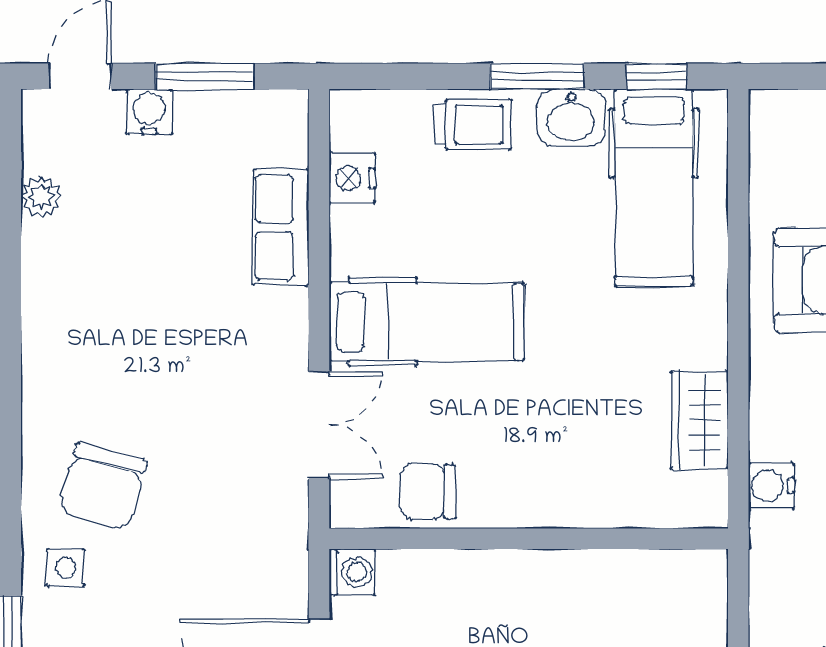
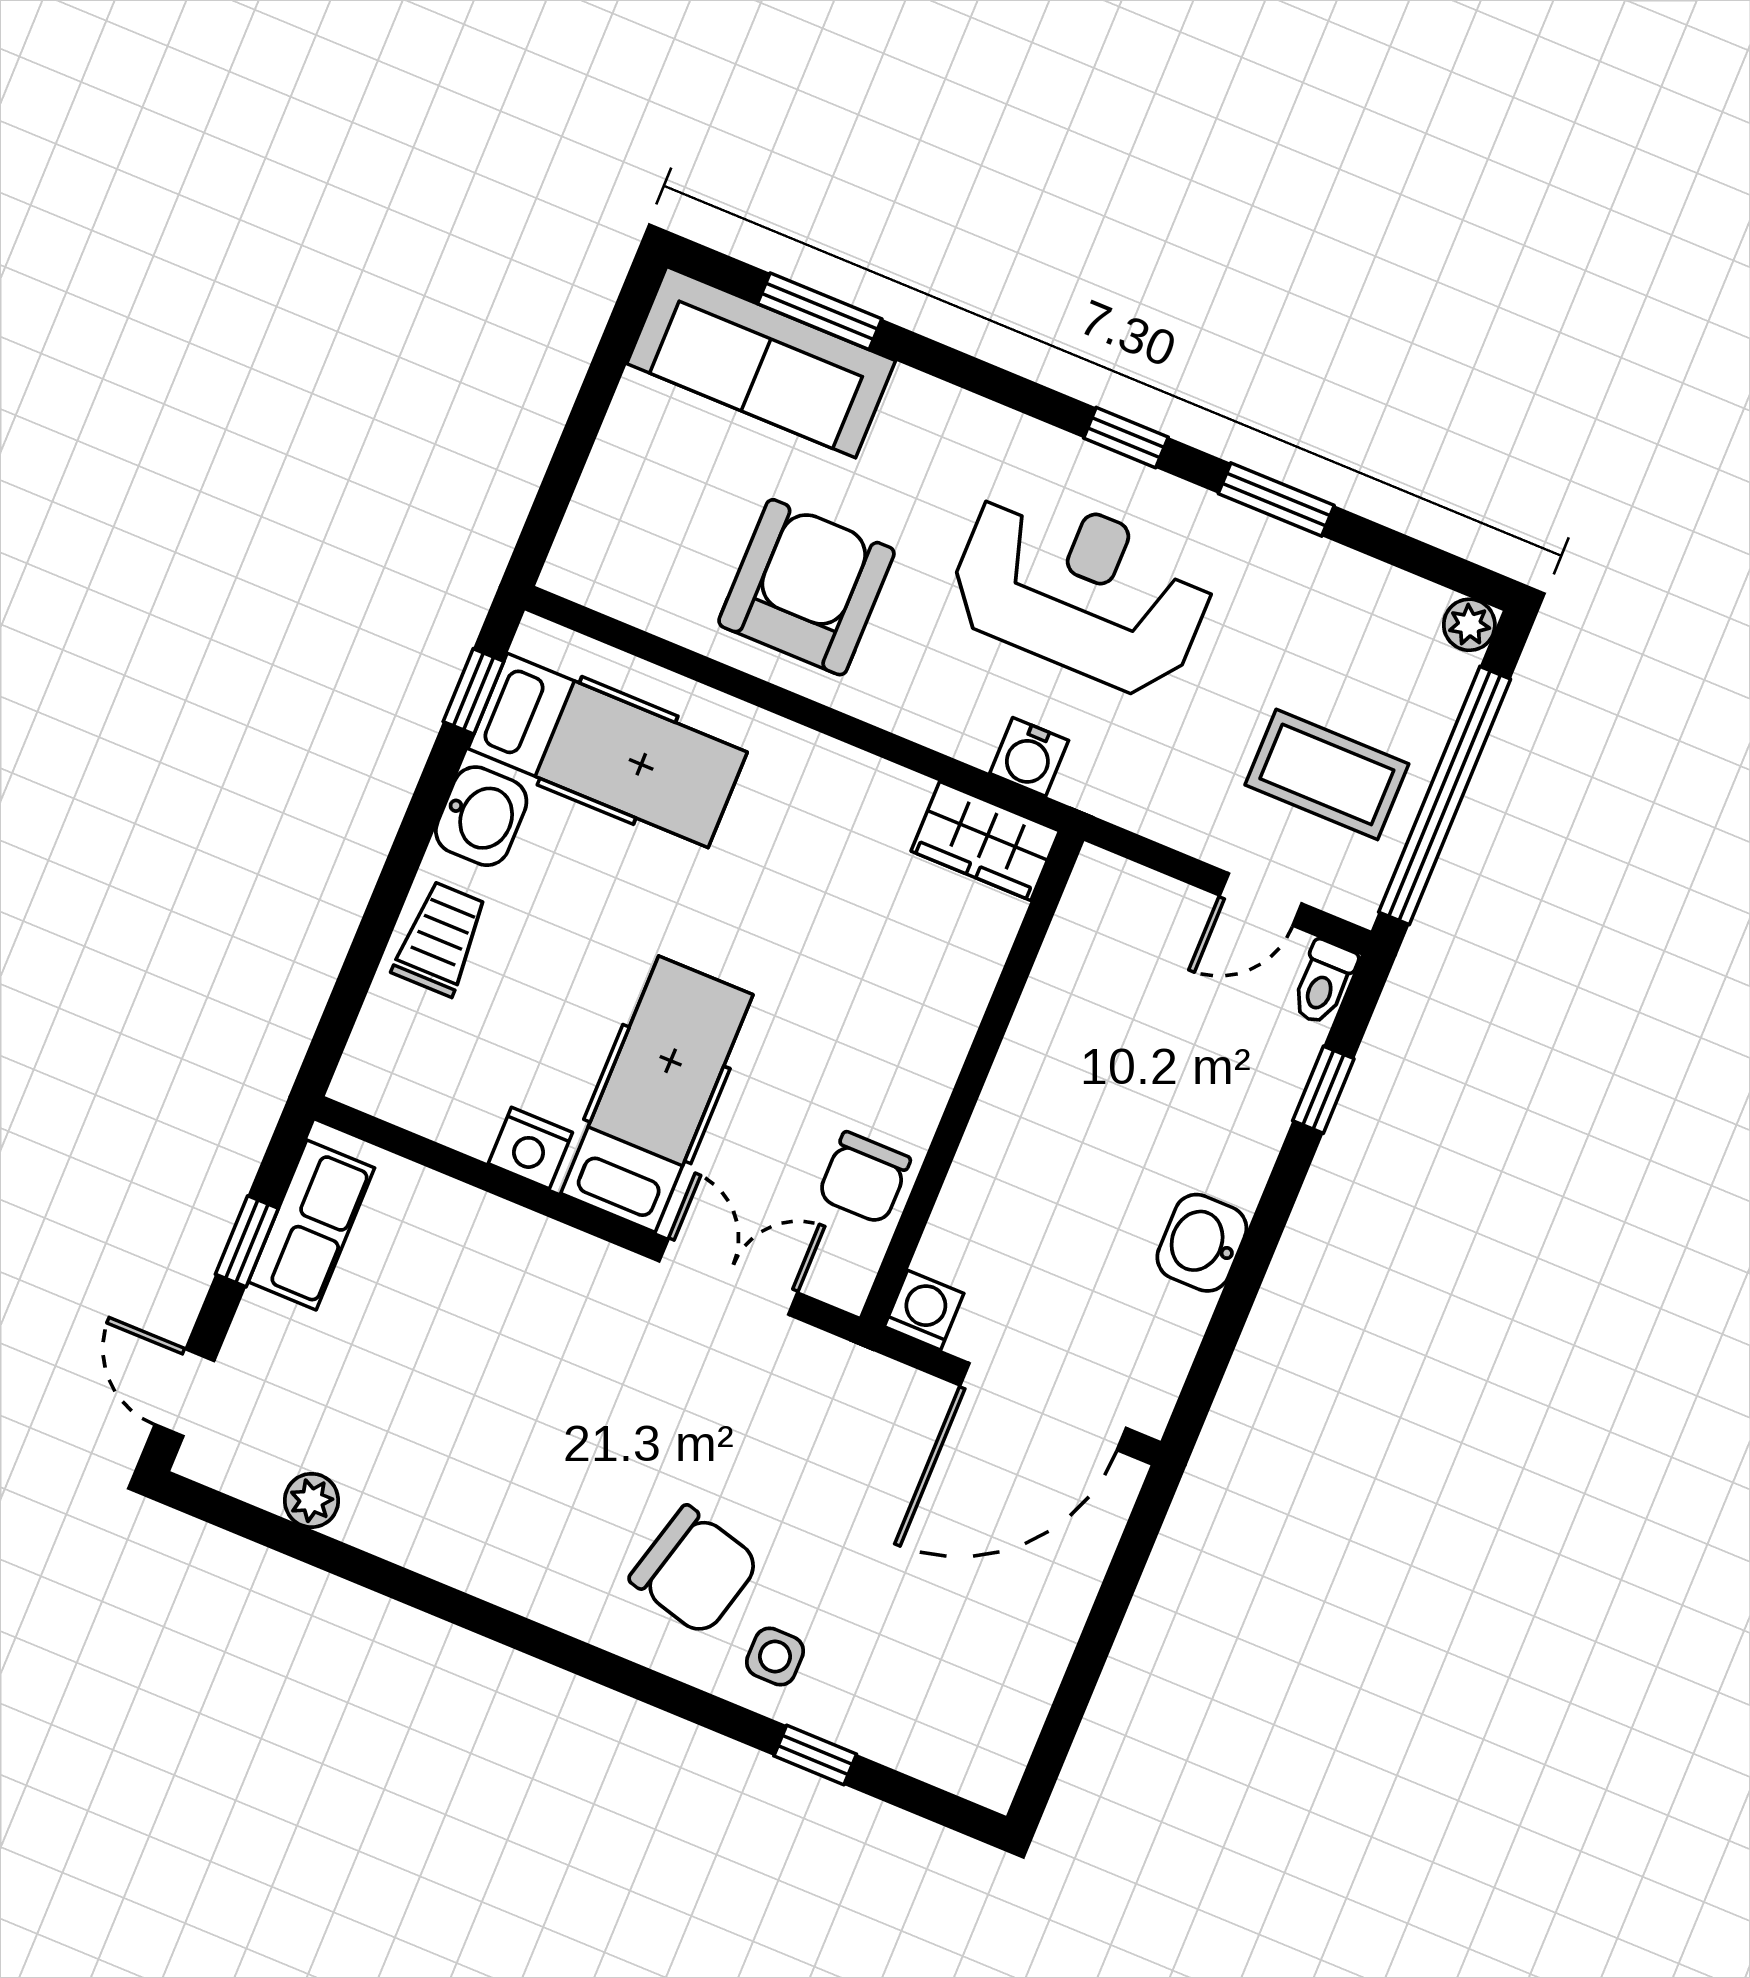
window: (204, 76) -> (247, 1241), width x0.67
window: (537, 76) -> (413, 837), removed
water cooler: (149, 112) -> (262, 1326), removed
nightstand: (352, 178) -> (530, 1148), moved
row of seats: (281, 228) -> (311, 1225), moved, turned -90
wardrobe: (700, 420) -> (985, 841), moved

